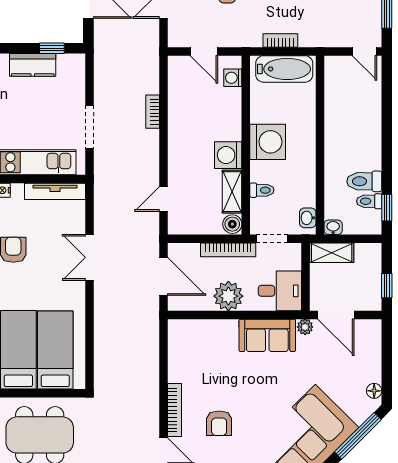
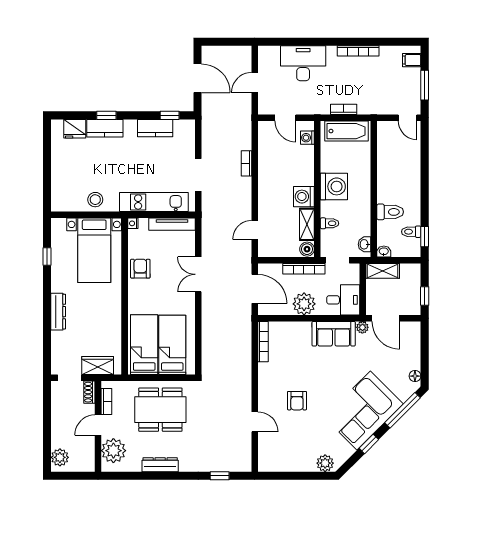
toilet: (364, 181) -> (390, 212), moved, turned 180
bookcase: (174, 410) -> (263, 342), moved

